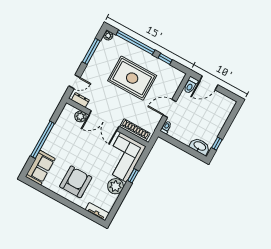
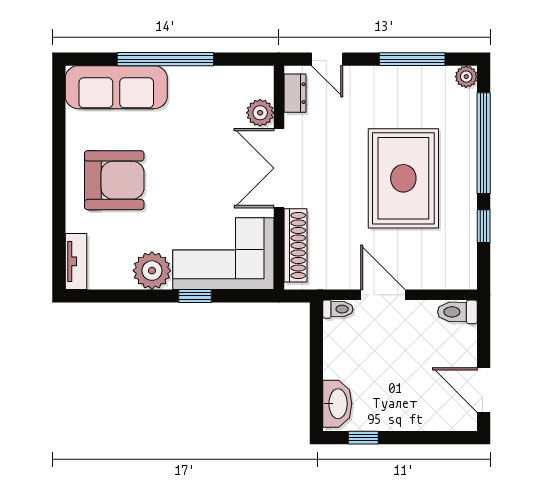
door: (209, 83) -> (484, 390), moved
sofa: (40, 168) -> (116, 87), width x1.36

